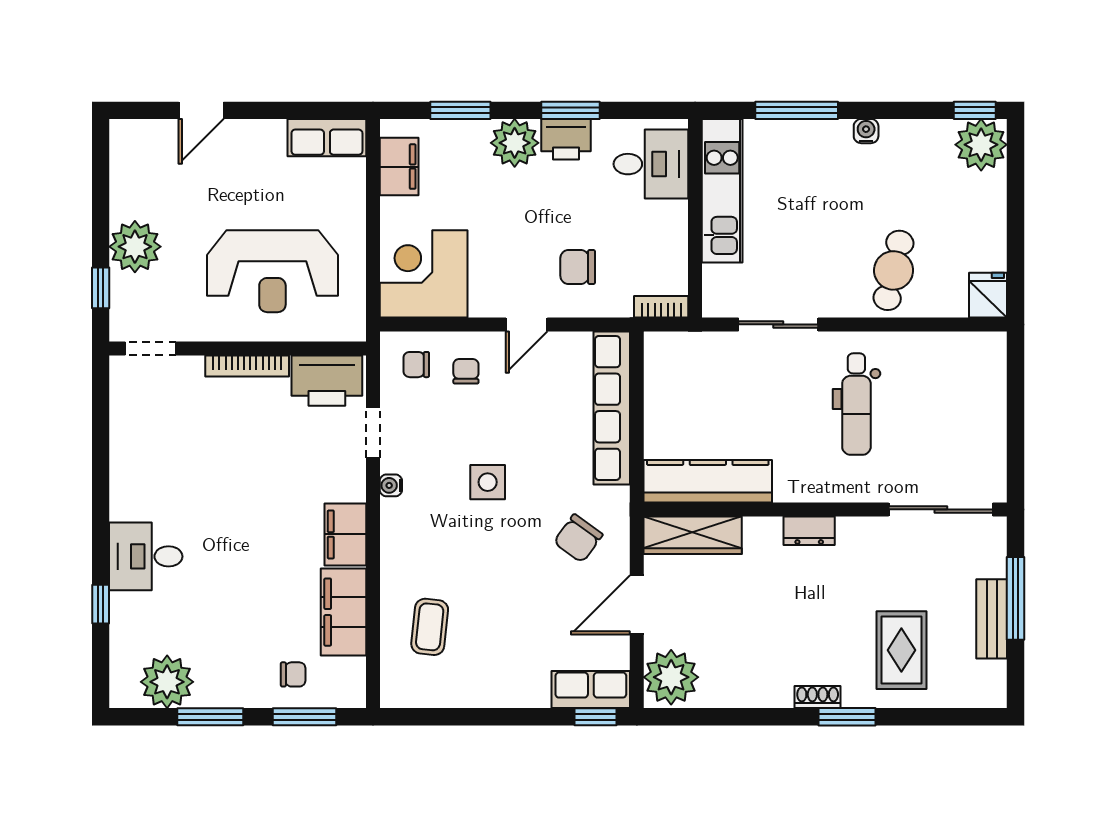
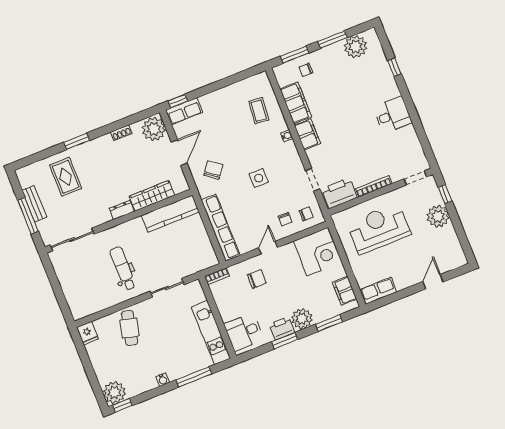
water cooler: (391, 485) -> (287, 136), moved
wardrobe: (693, 535) -> (152, 196), moved
desk: (146, 556) -> (393, 115), moved
shoe rack: (818, 697) -> (121, 133), moved

